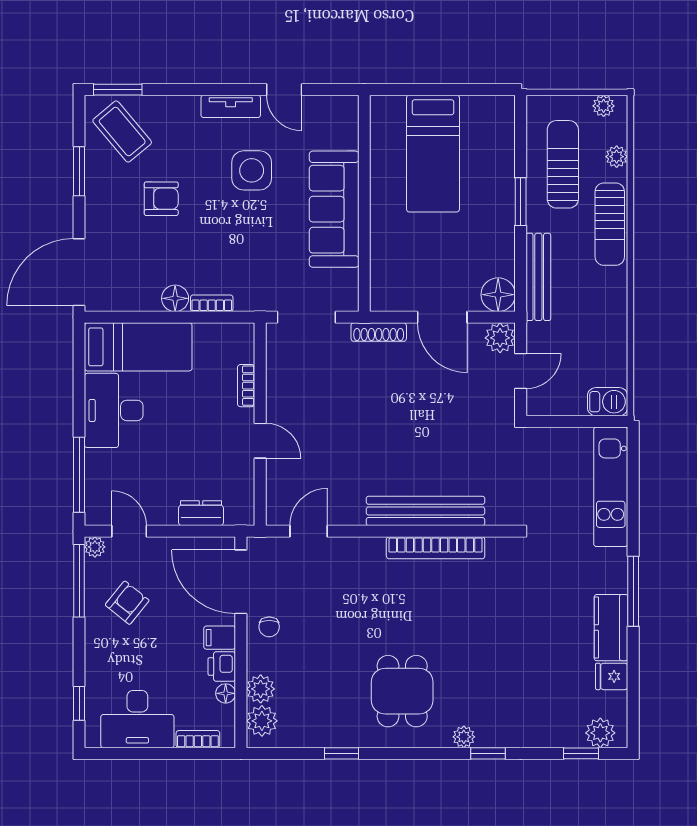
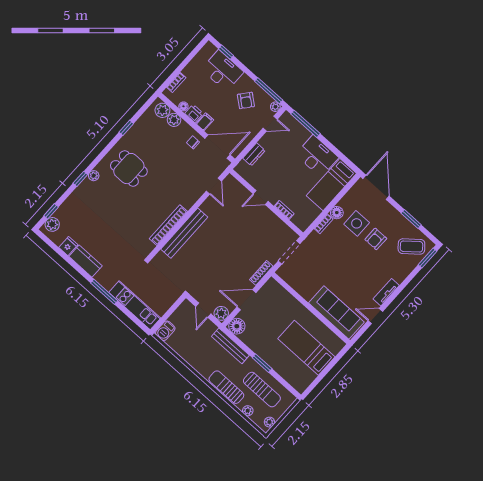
side table: (252, 170) -> (357, 223), moved
sofa: (334, 209) -> (336, 312), moved
window: (633, 591) -> (104, 292), moved
desk: (137, 719) -> (222, 71), moved, turned 90

